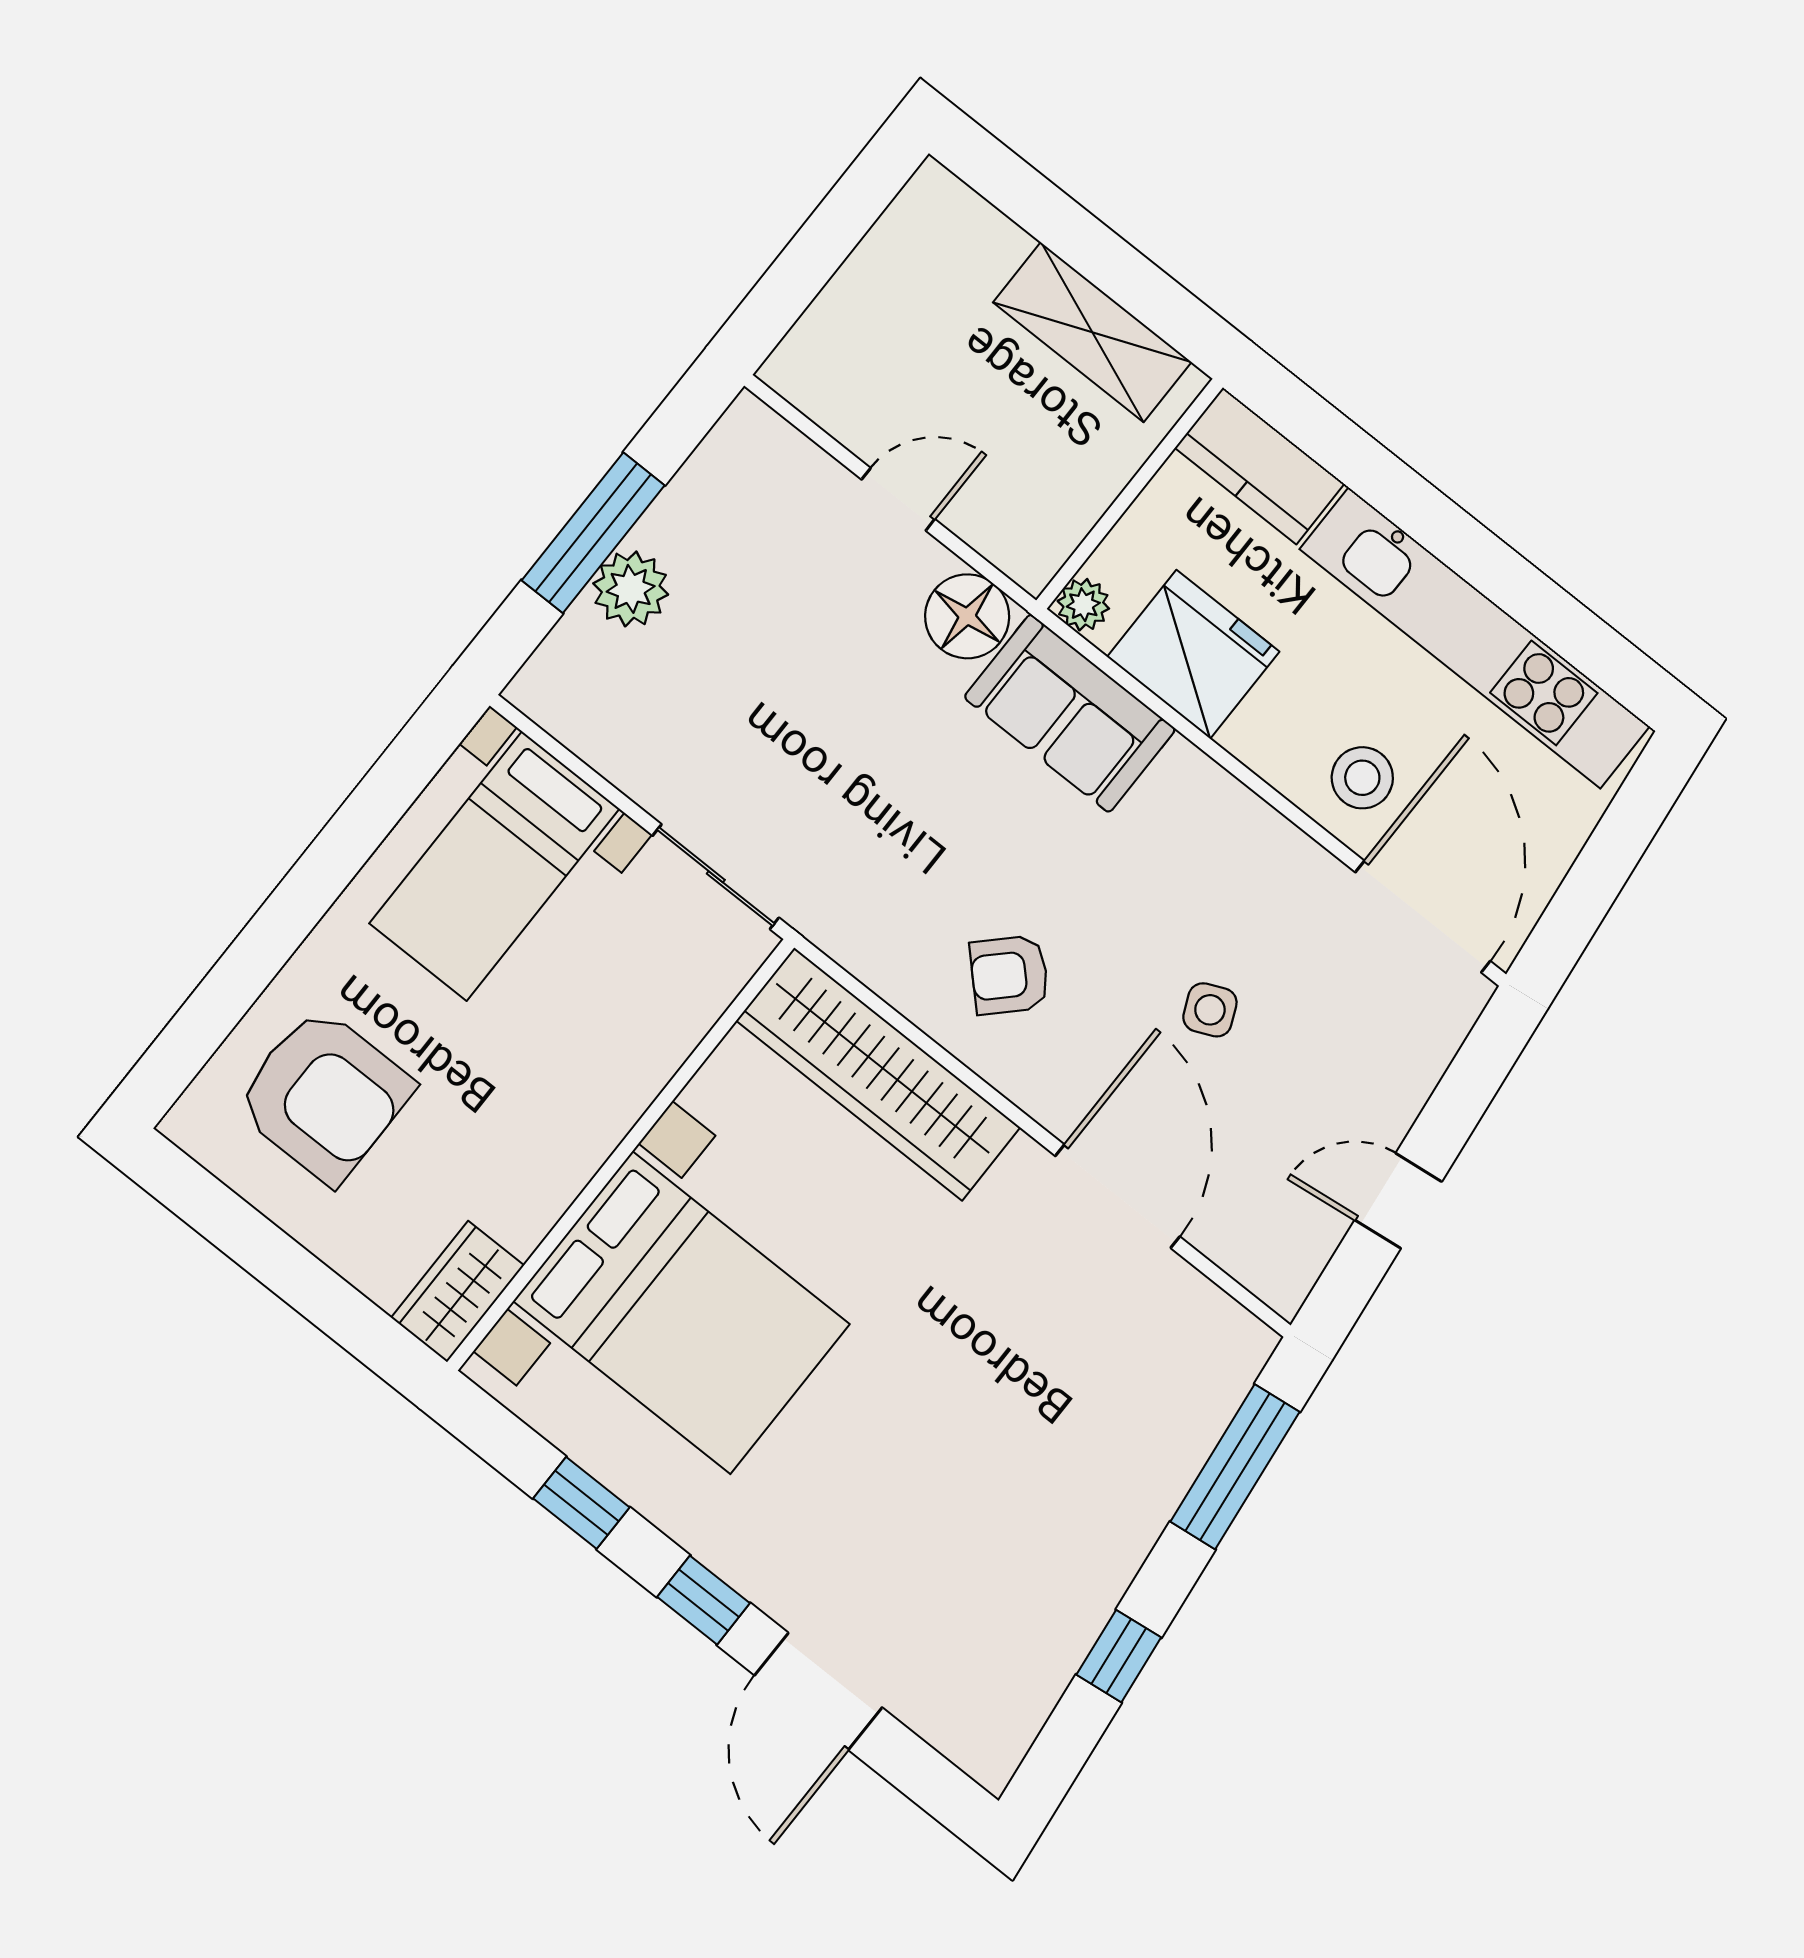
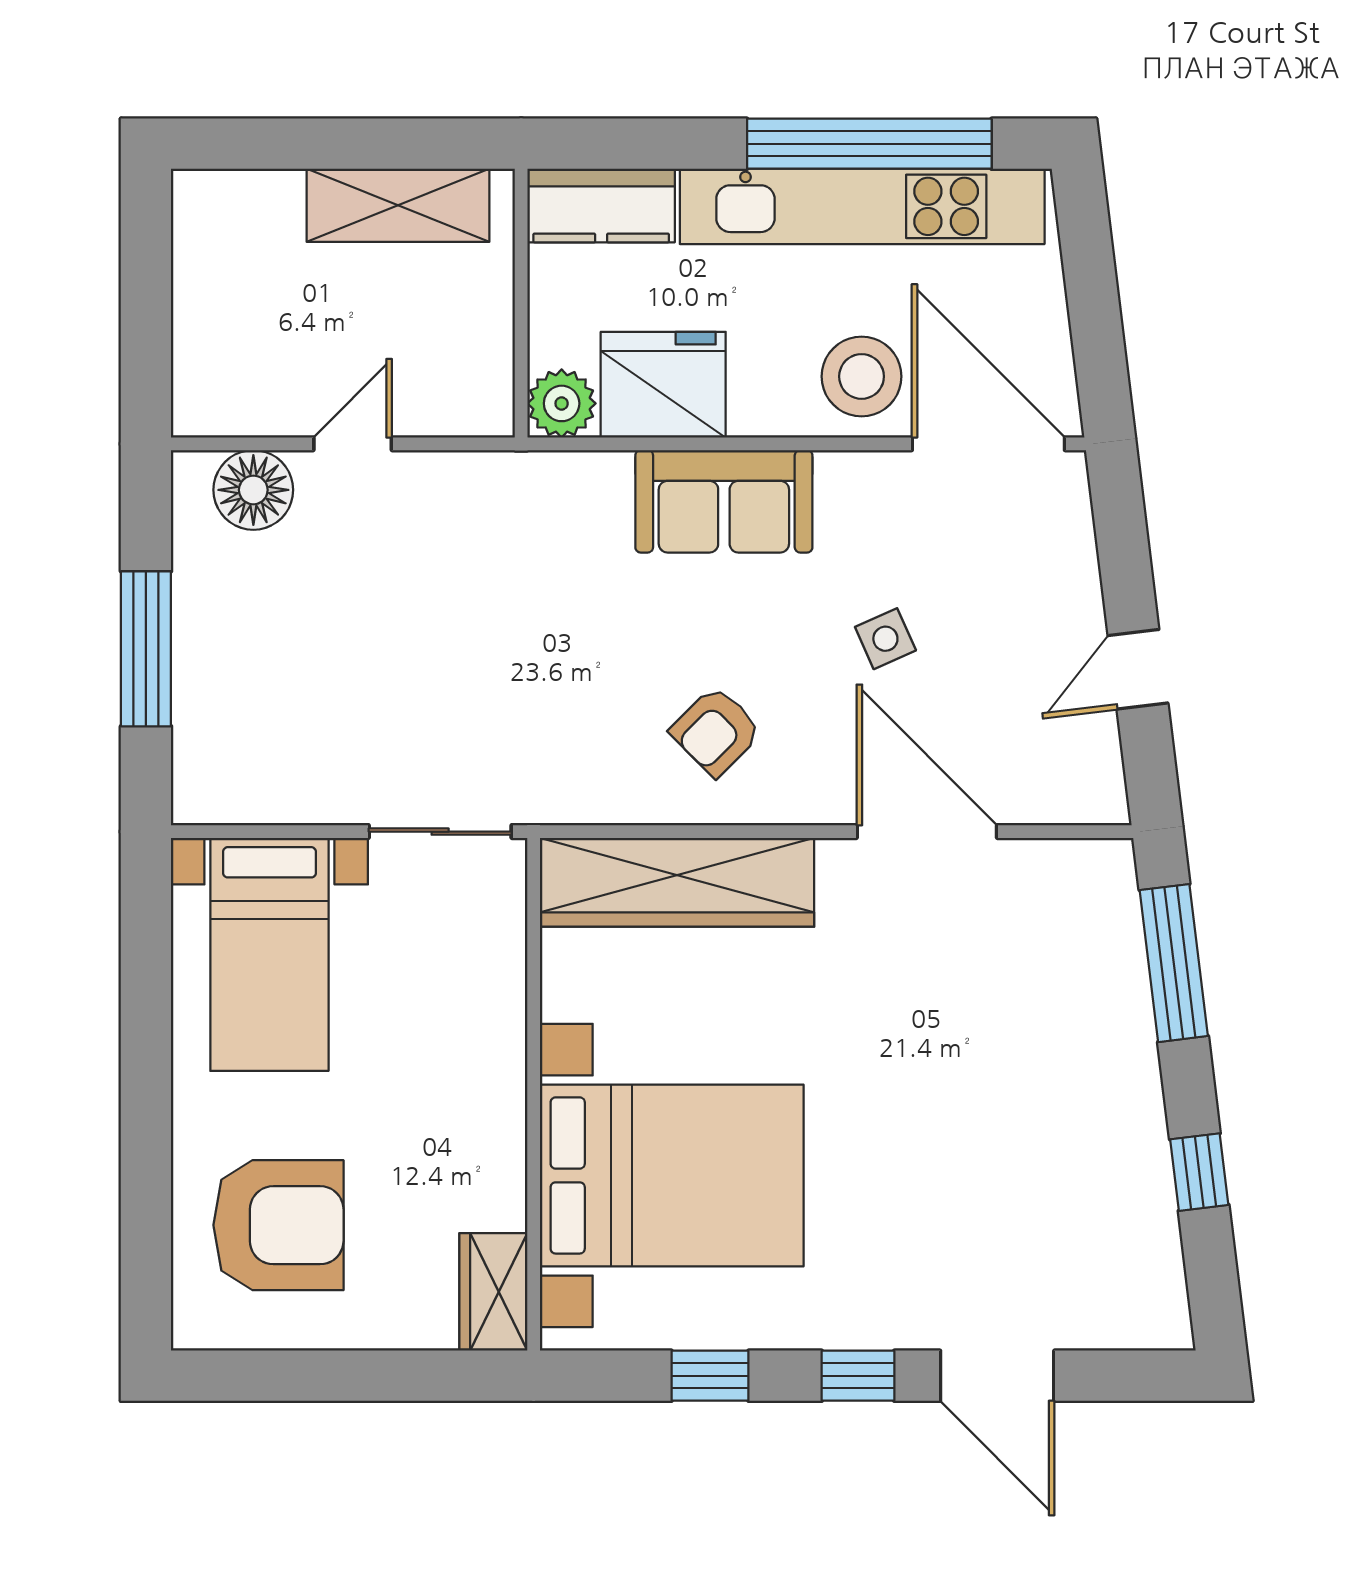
plant: (631, 589) -> (207, 668), removed
window: (1522, 591) -> (869, 144), added
plant: (1083, 605) -> (562, 403), width x1.38, depth x1.38
floor lamp: (967, 616) -> (253, 490), moved
sofa: (1070, 713) -> (724, 501), moved
stool: (1362, 778) -> (862, 376), width x1.38, depth x1.38

